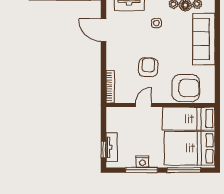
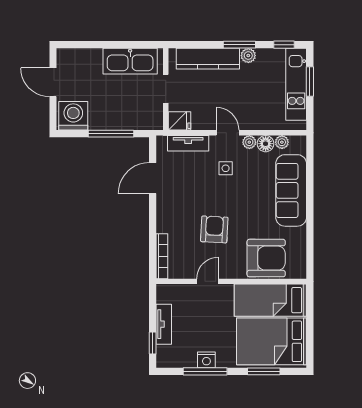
door: (104, 30) -> (153, 178), hinge flipped
tv unit: (112, 147) -> (164, 324), moved
window: (184, 170) -> (264, 371), width x0.69

